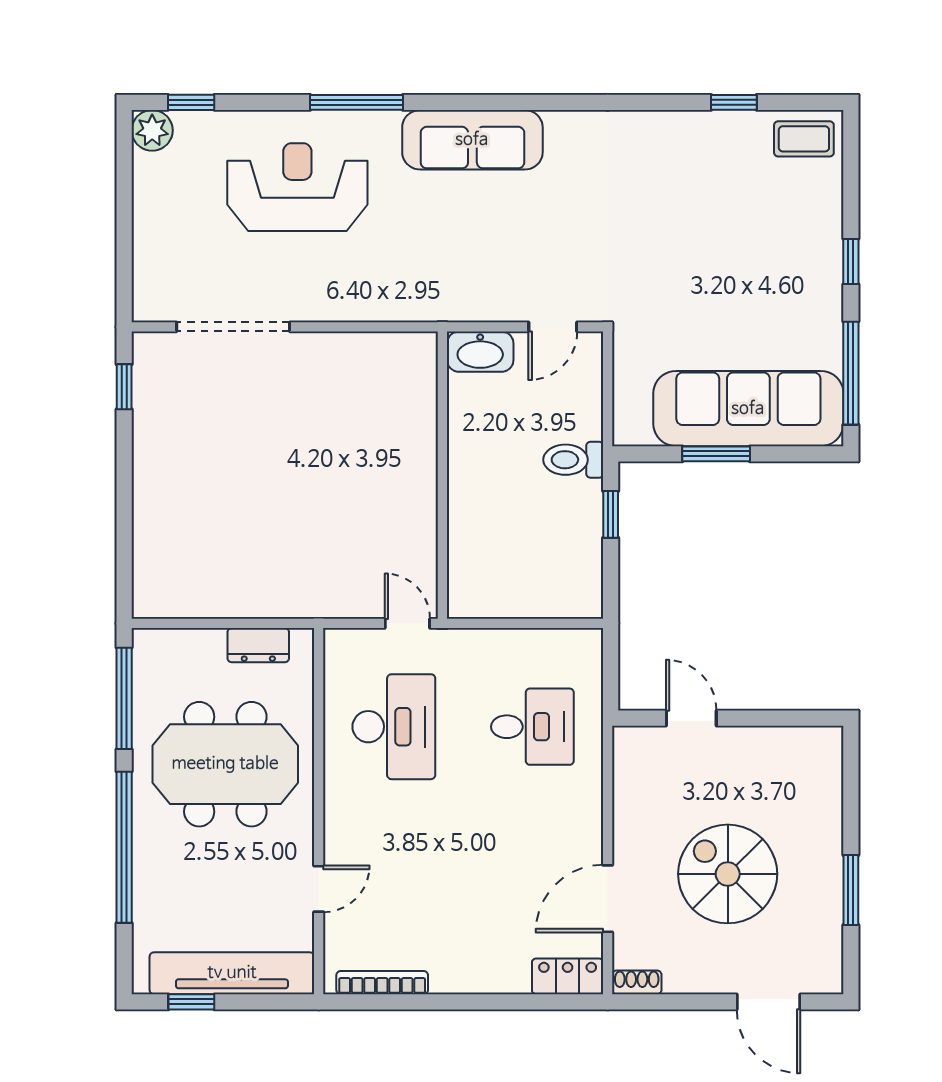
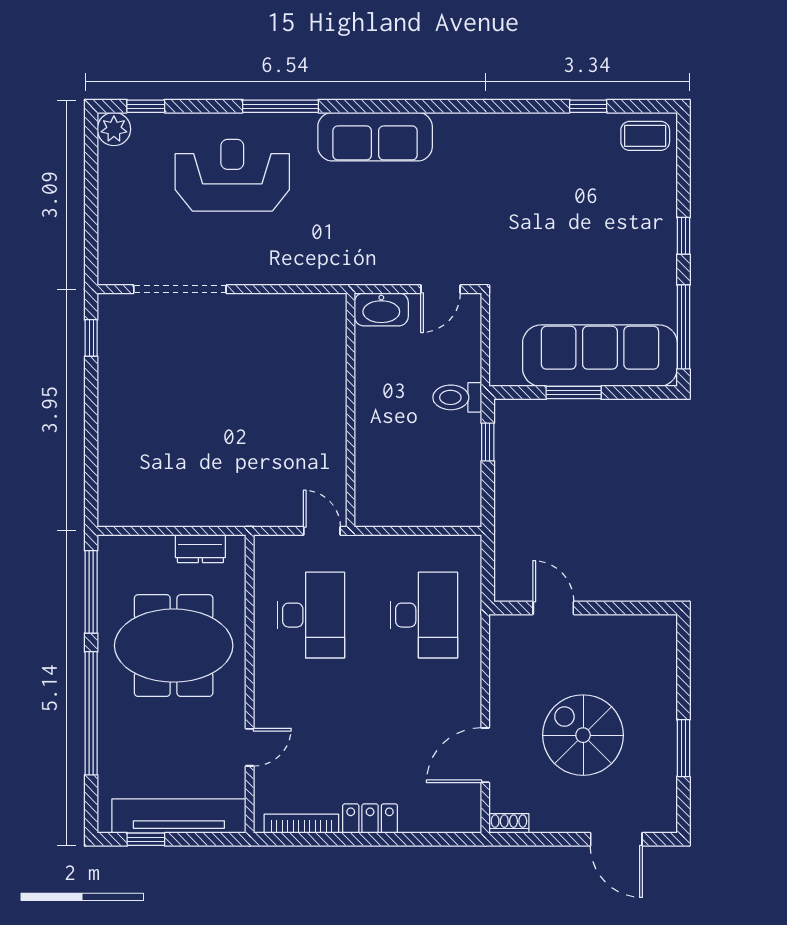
desk: (532, 727) -> (424, 615), width x1.37
locker: (568, 976) -> (370, 819), moved

